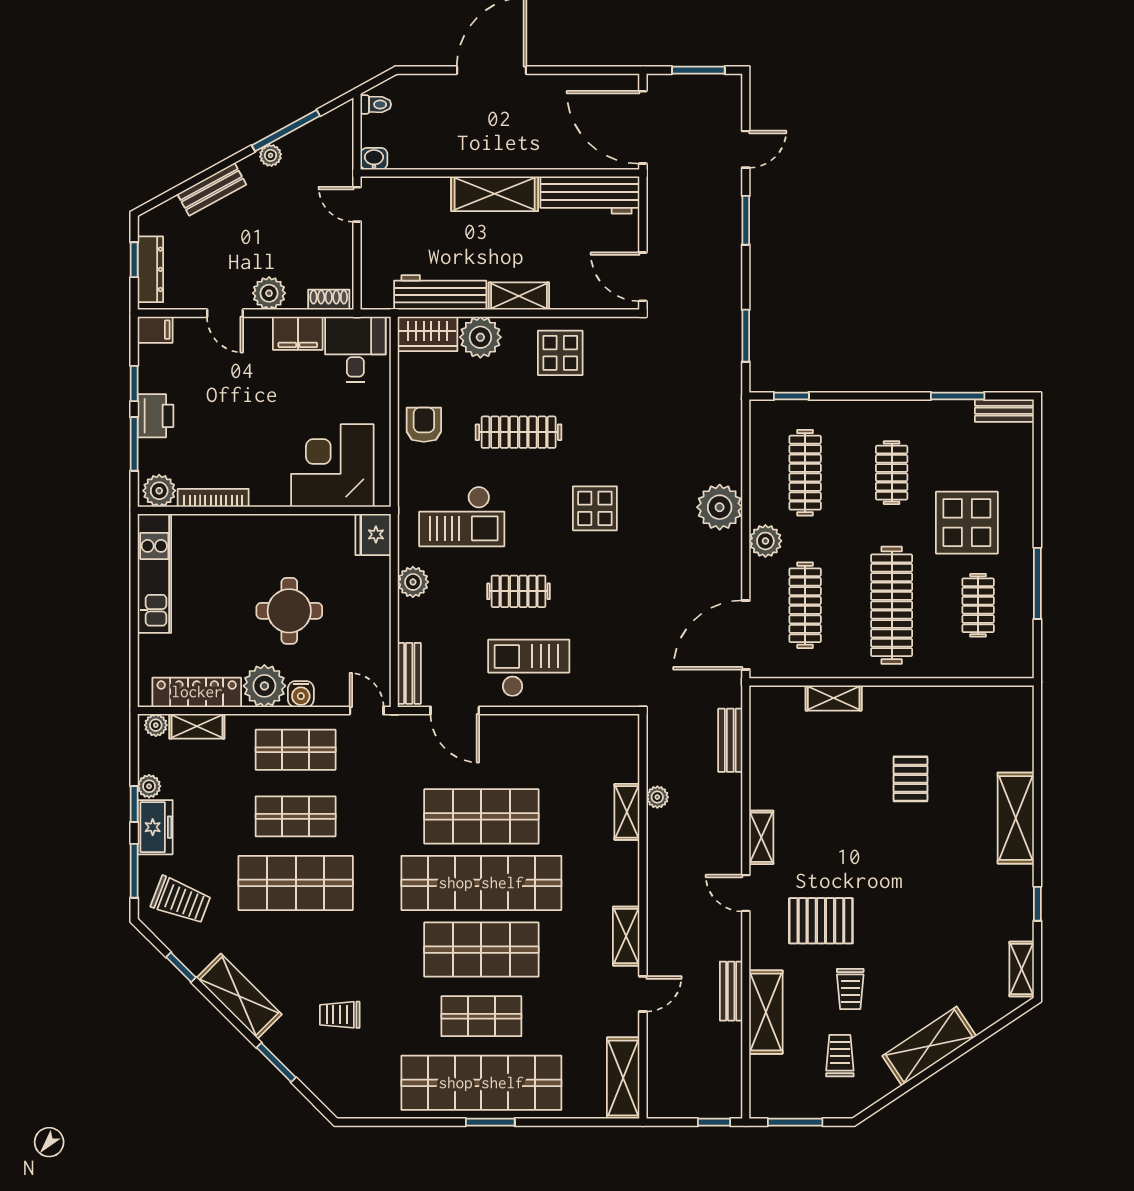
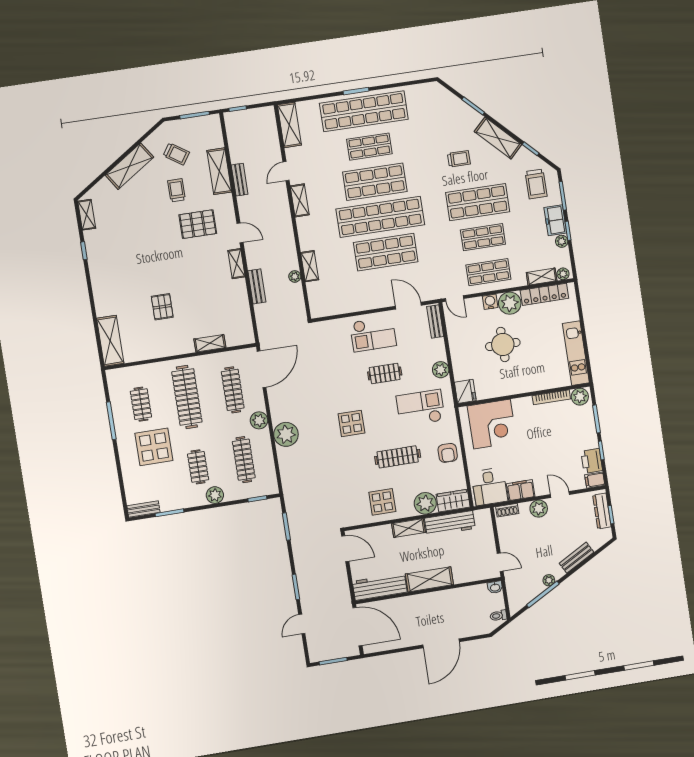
plant: (869, 415) -> (215, 495), added
printer: (155, 416) -> (592, 461), moved
bench: (730, 740) -> (257, 286), moved
shelving: (1016, 818) -> (110, 341), moved
trolley: (181, 900) -> (536, 184), turned -111
trolley: (340, 1015) -> (459, 159), moved
trolley: (840, 1056) -> (176, 154), turned -56

